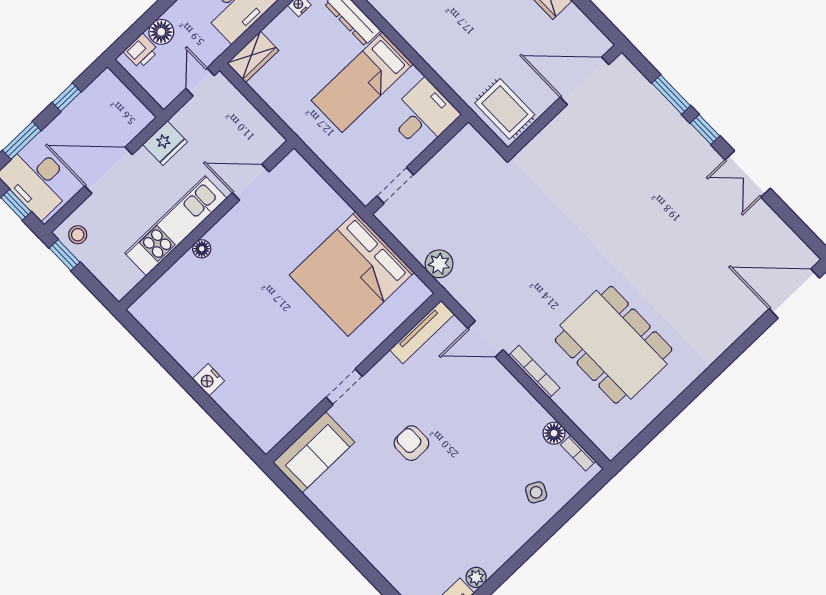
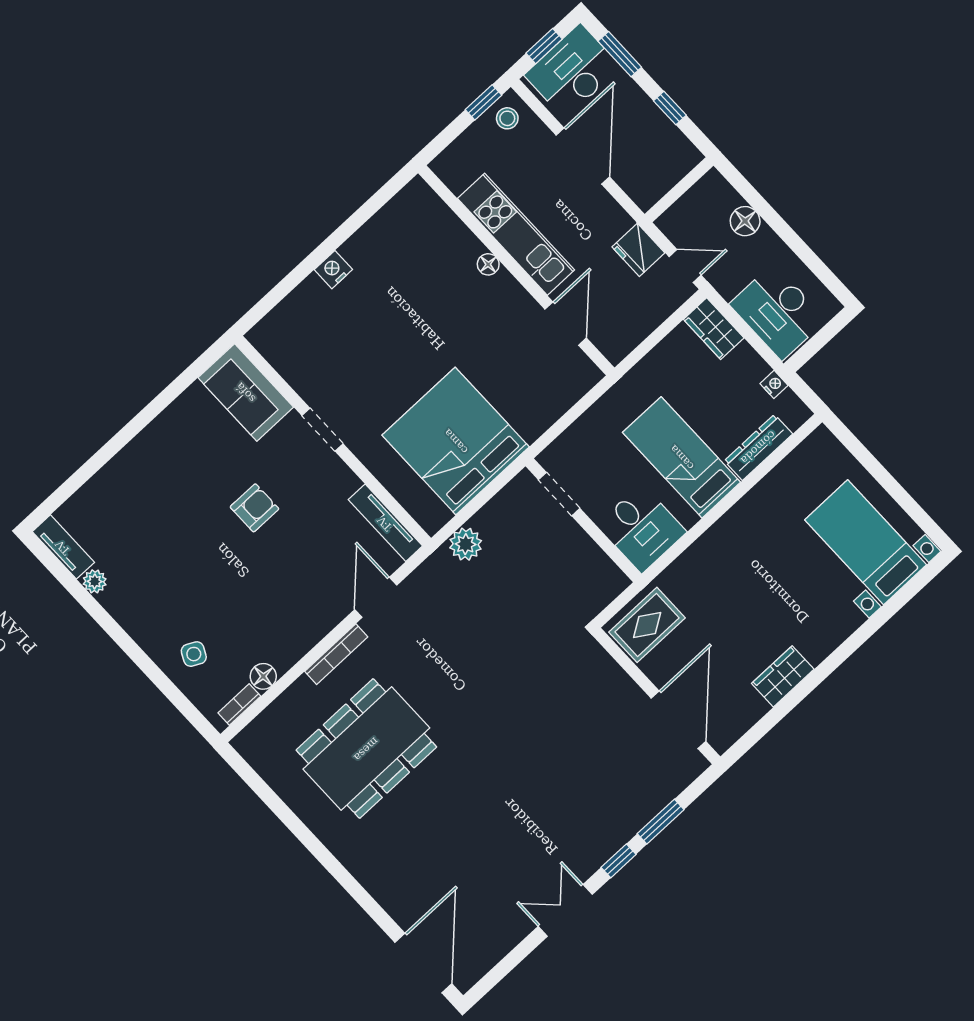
printer: (141, 51) -> (723, 197), removed
fridge: (165, 143) -> (638, 250), moved

